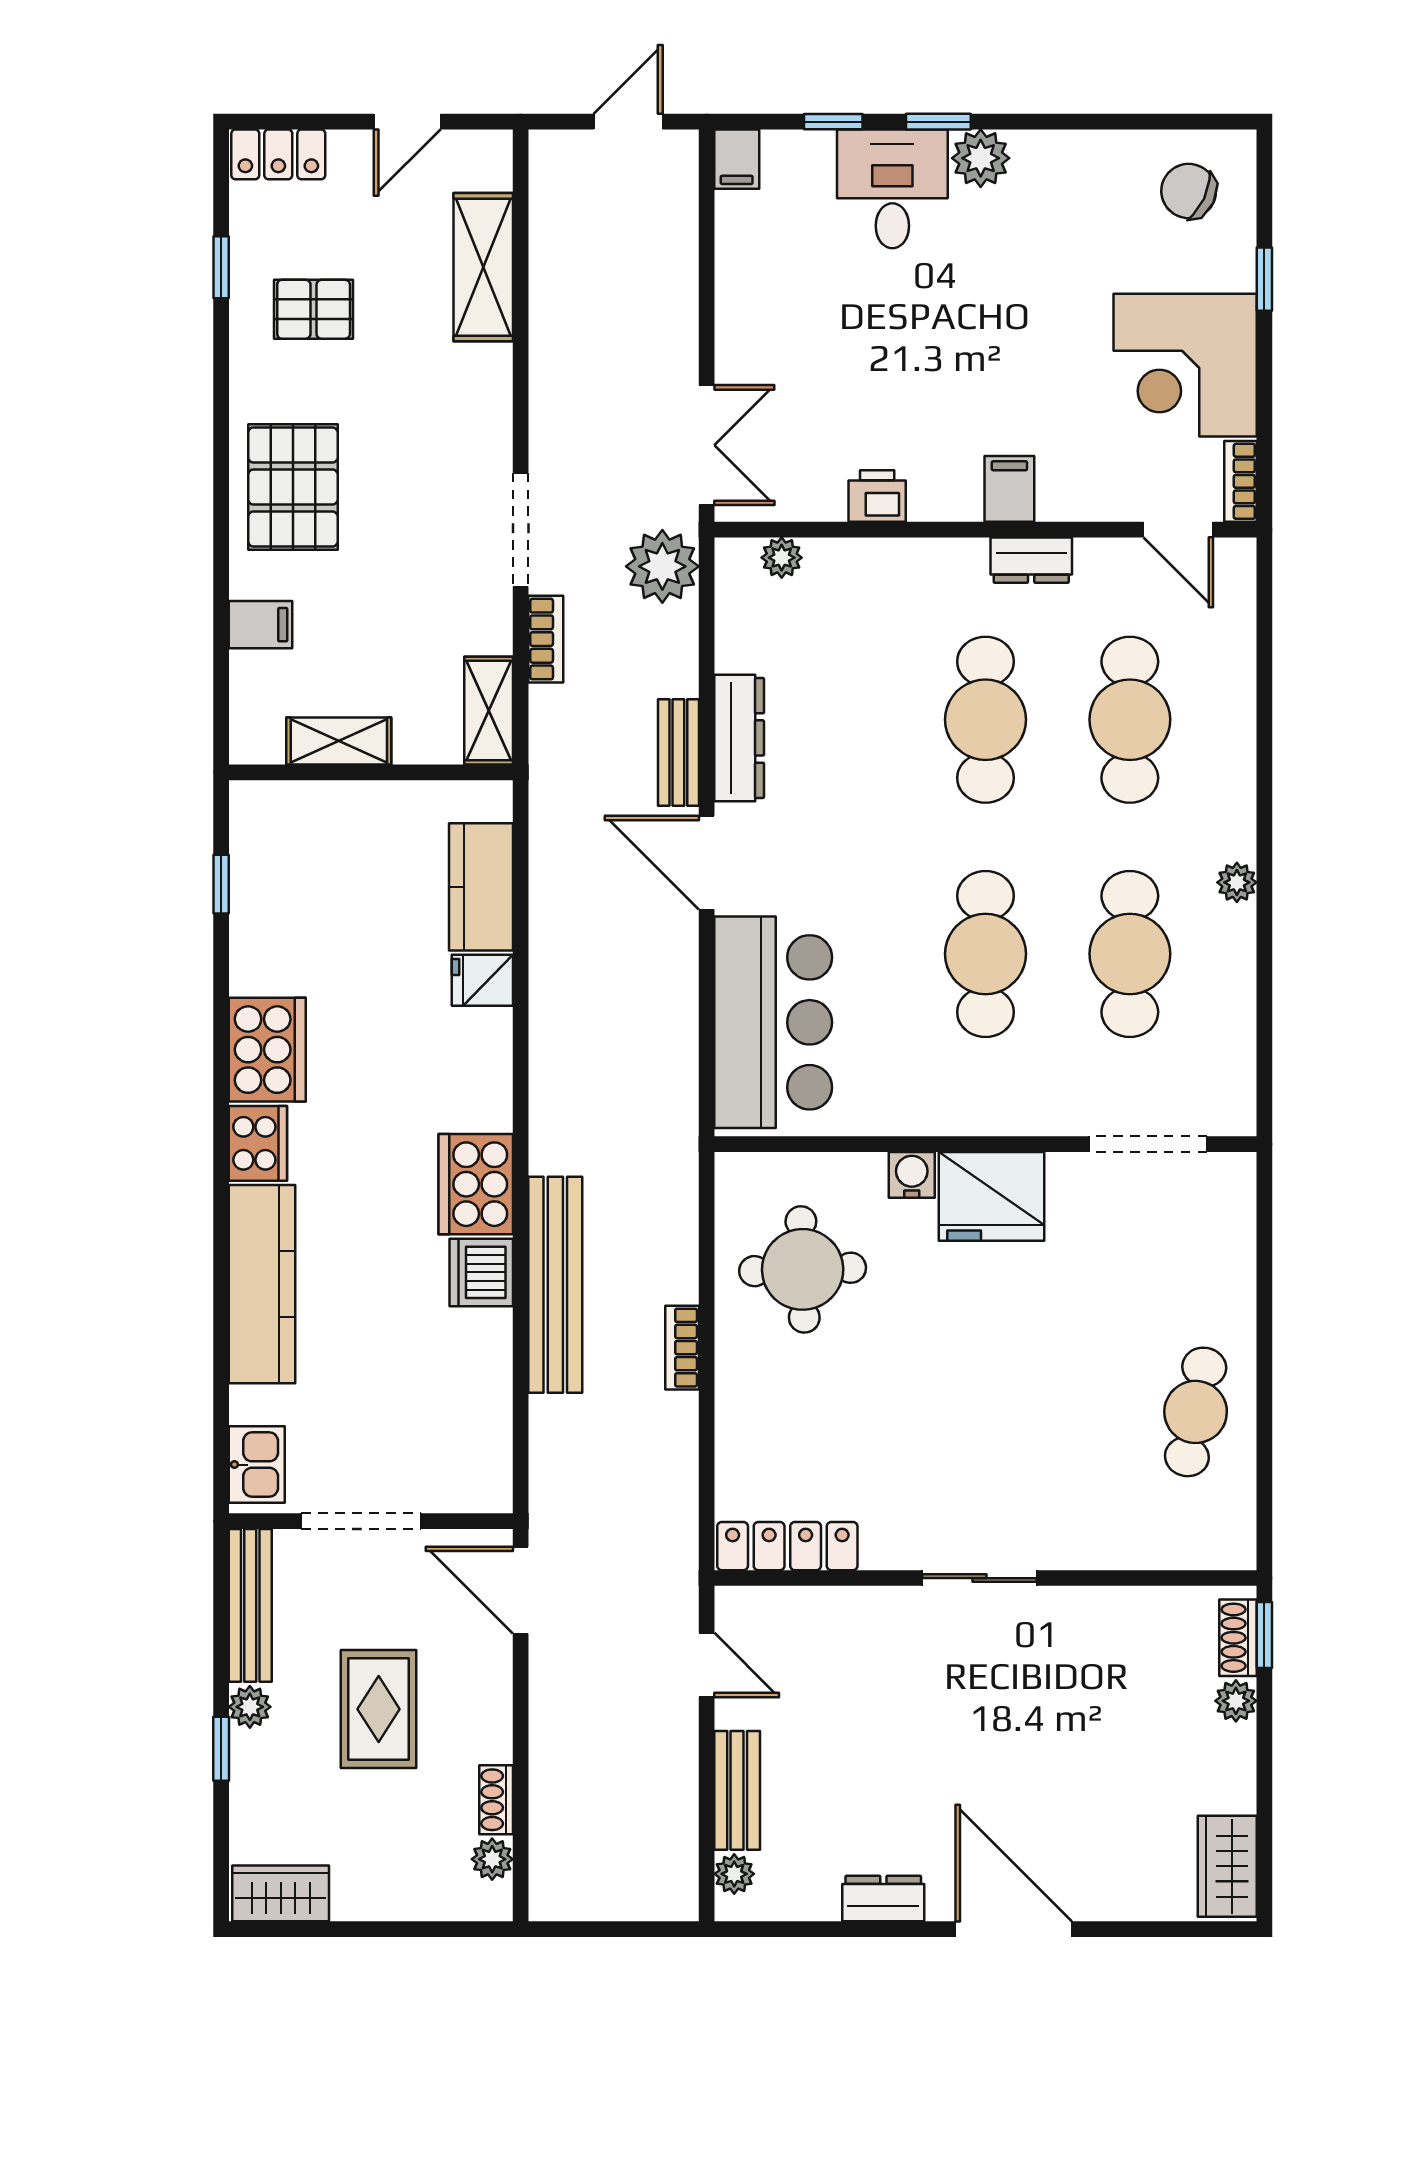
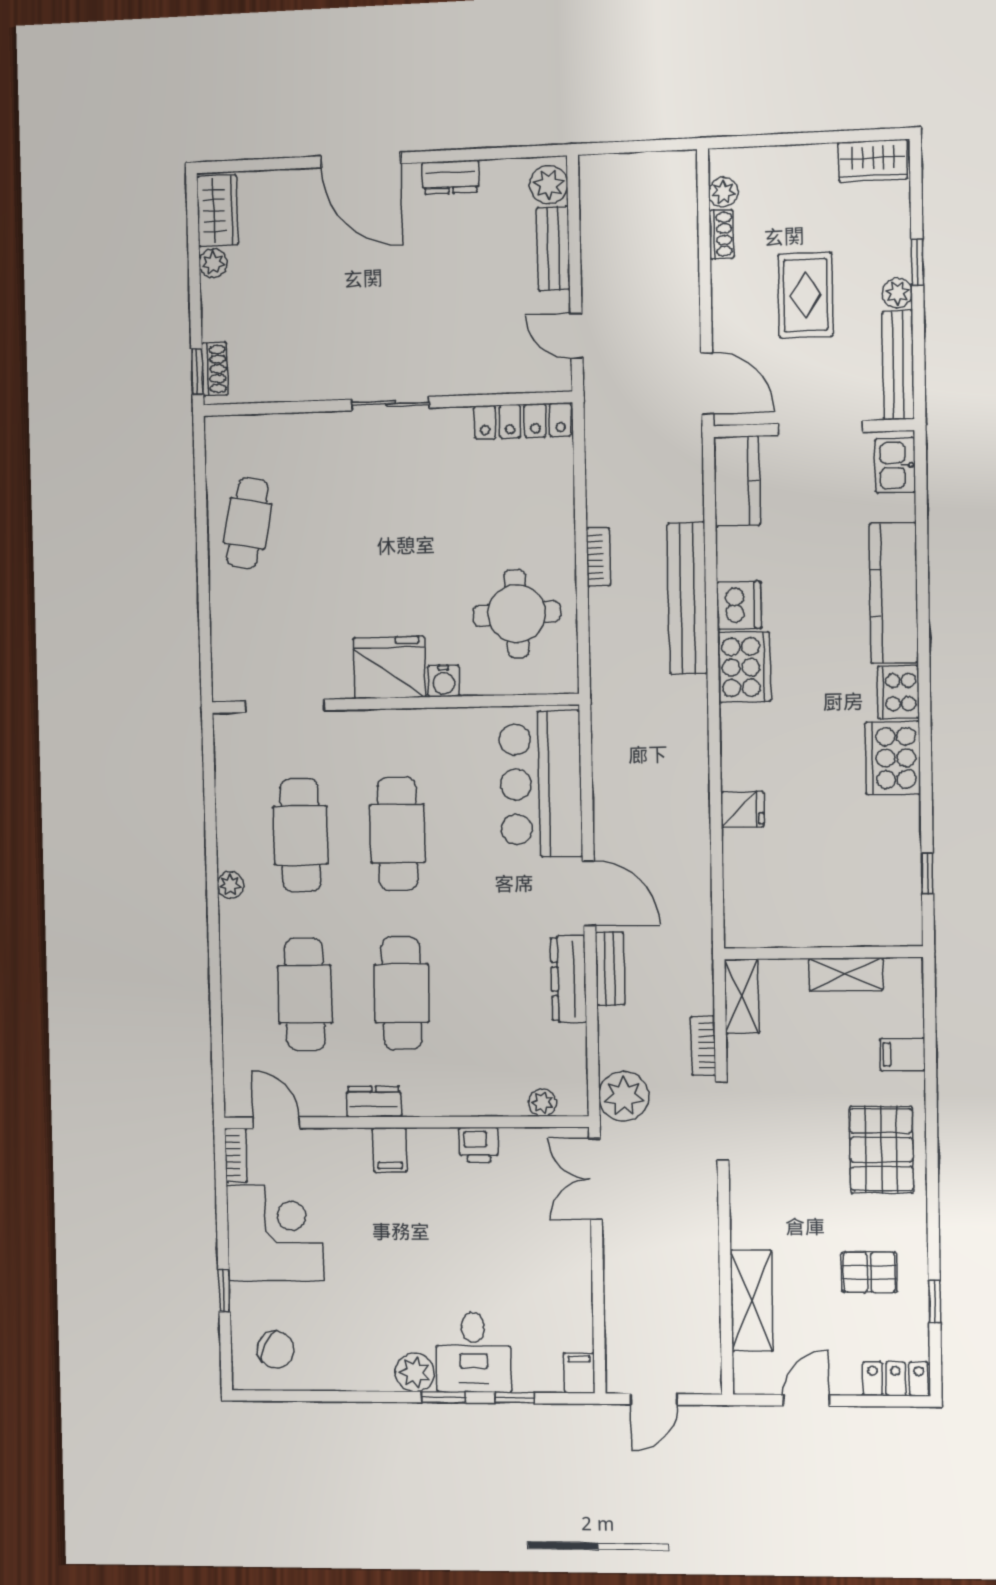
kitchen counter: (481, 887) -> (737, 481), moved
plant: (1236, 1701) -> (213, 263), moved
plant: (734, 1874) -> (549, 185), width x1.38, depth x1.38

